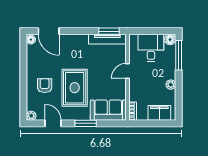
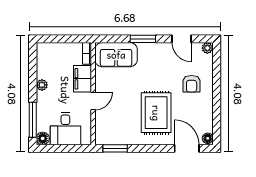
tv unit: (107, 39) -> (117, 139), removed
rug: (75, 88) -> (156, 113), moved
filing cabinet: (159, 113) -> (83, 79), moved, turned 90

